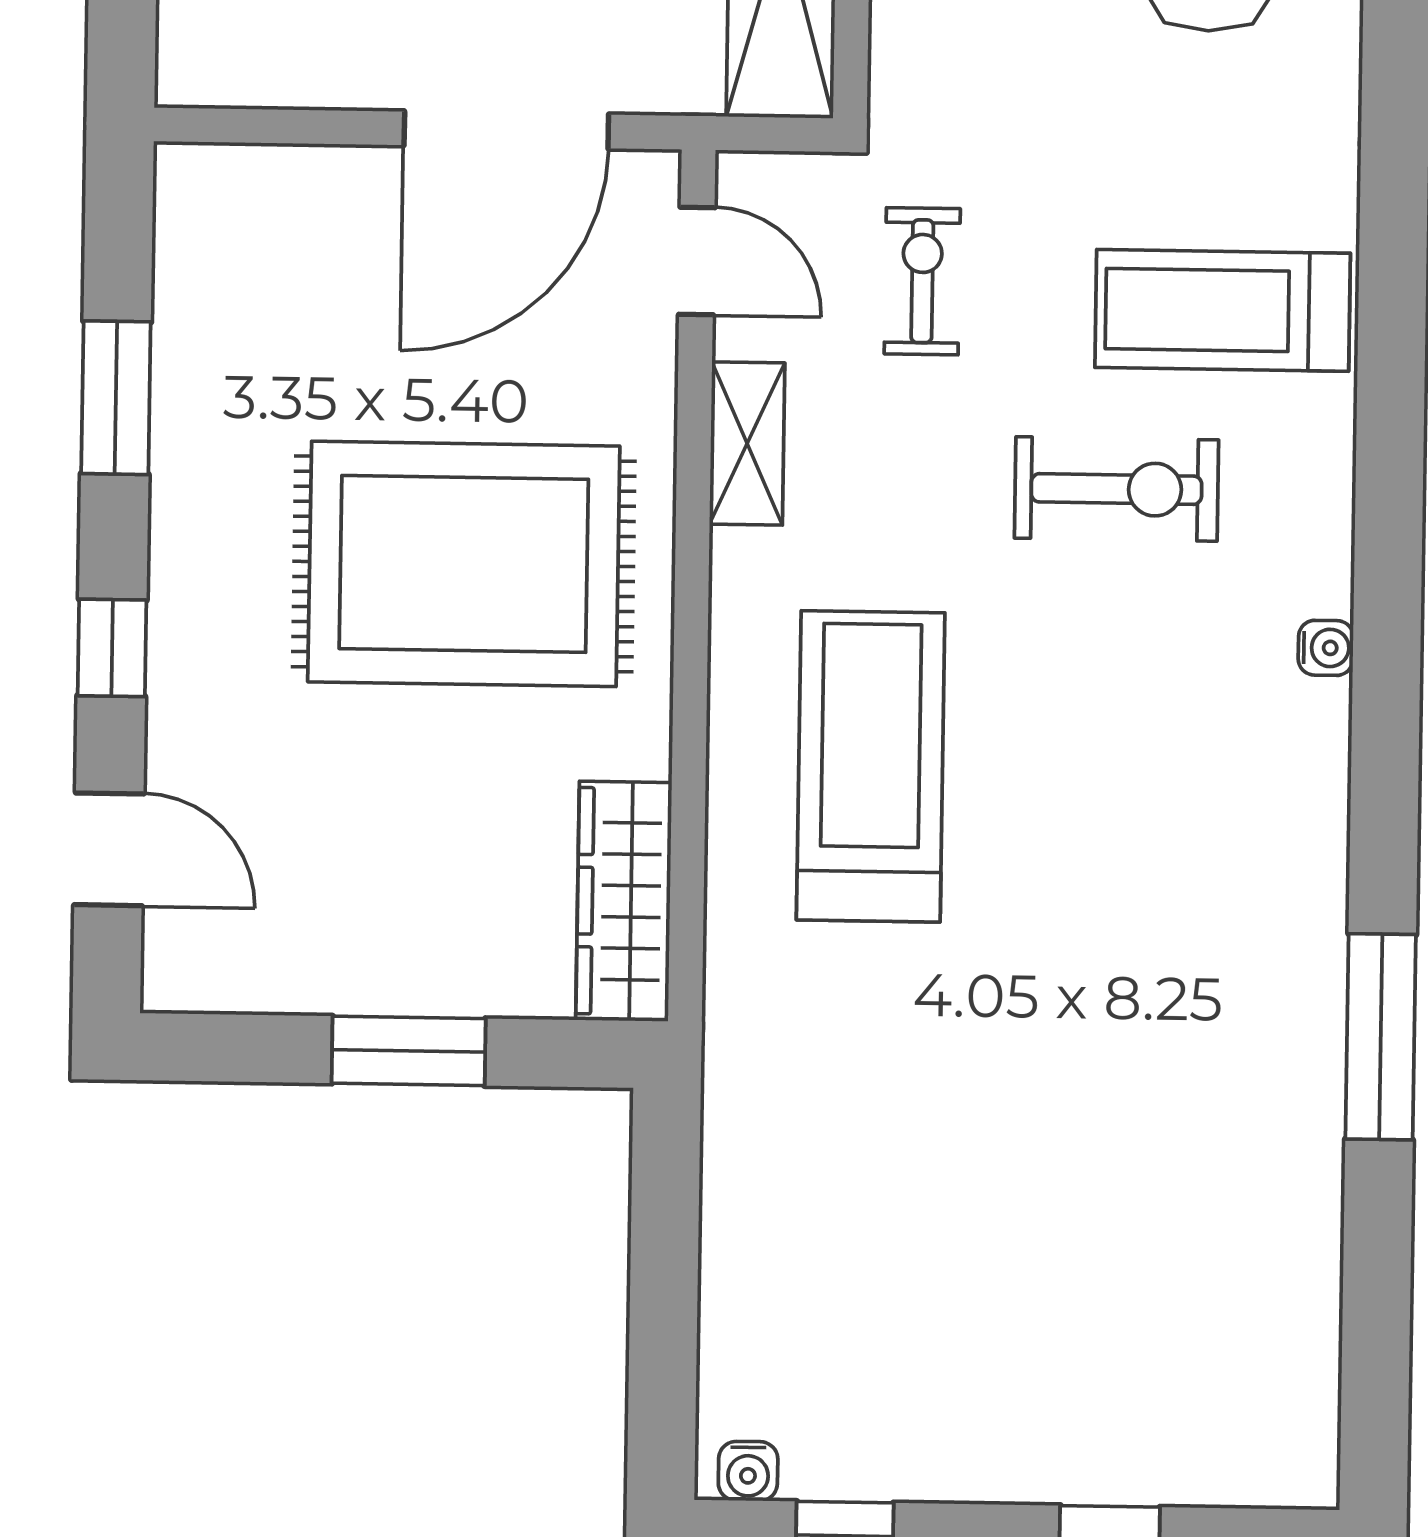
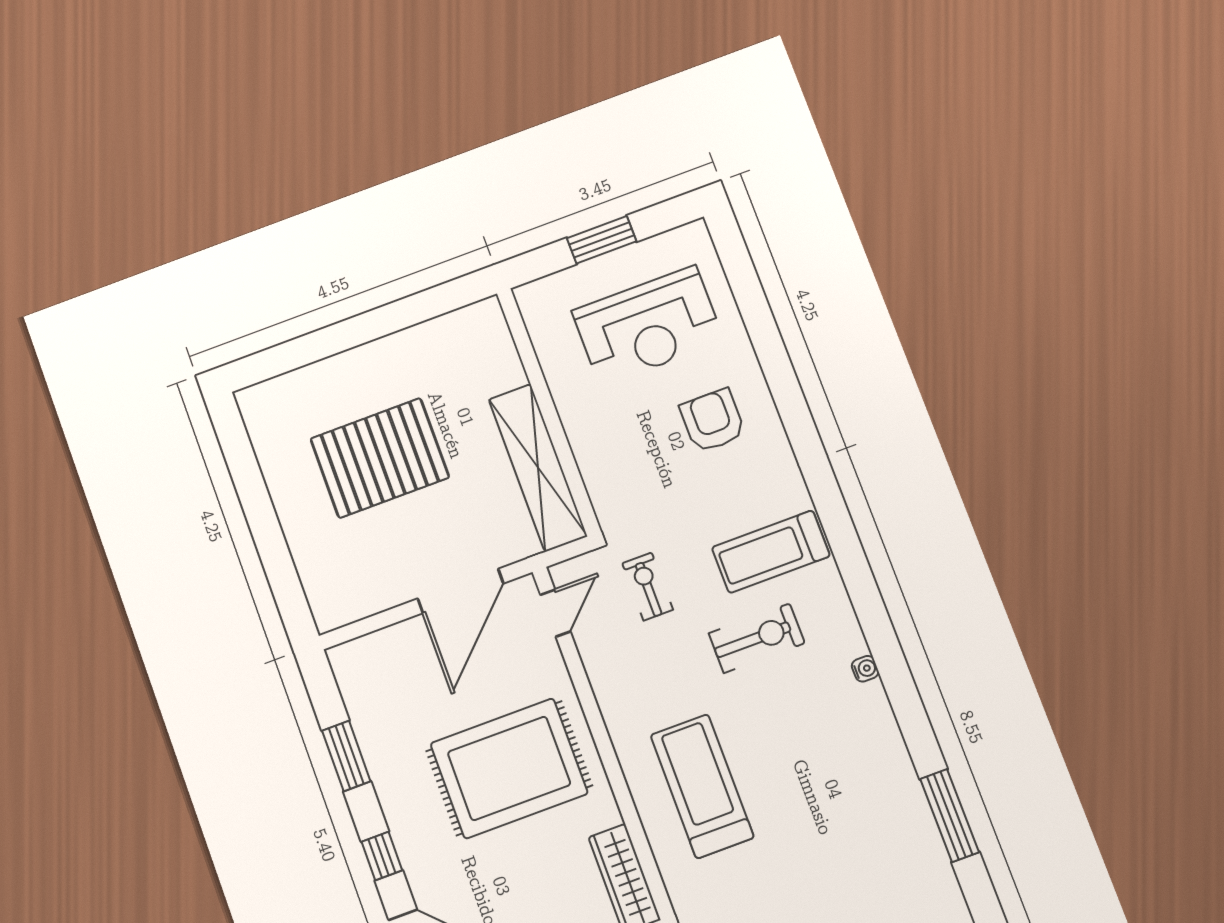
door: (697, 261) -> (555, 613), hinge flipped
shelving: (747, 444) -> (603, 677), removed

